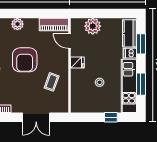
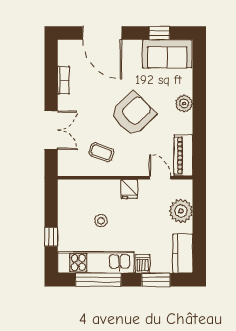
kitchen counter: (129, 33) -> (183, 254), moved, turned -90
door: (69, 41) -> (160, 178), hinge flipped
armchair: (25, 60) -> (133, 114), turned 136
window: (141, 84) -> (98, 280), width x1.44
double door: (36, 117) -> (51, 130), swing flipped

